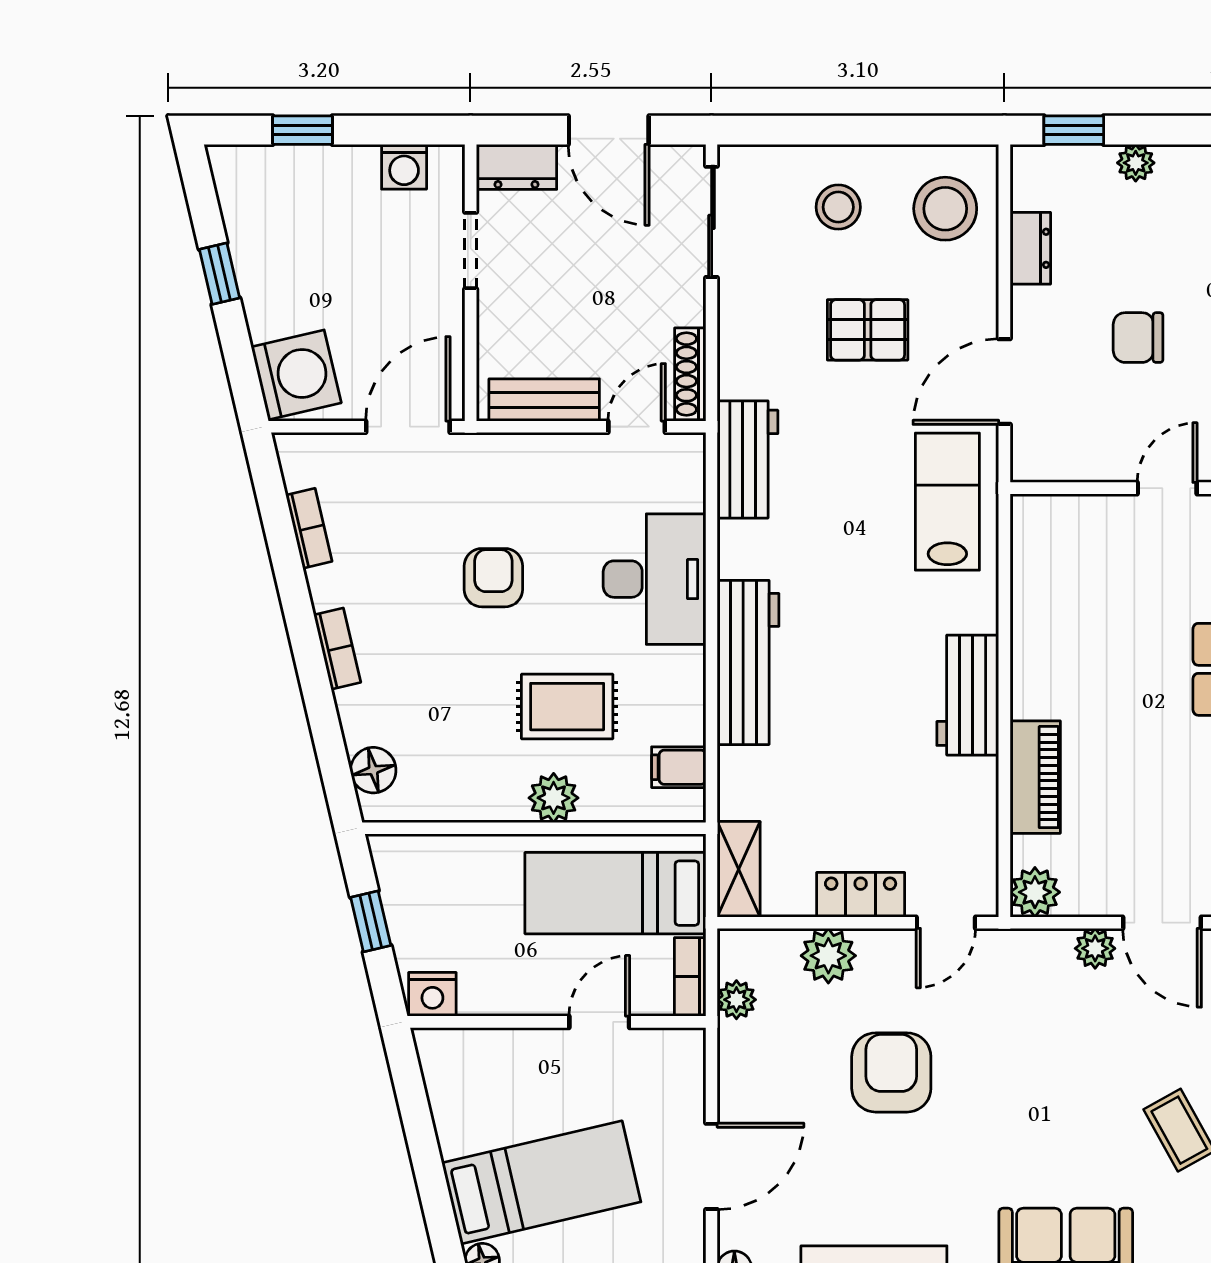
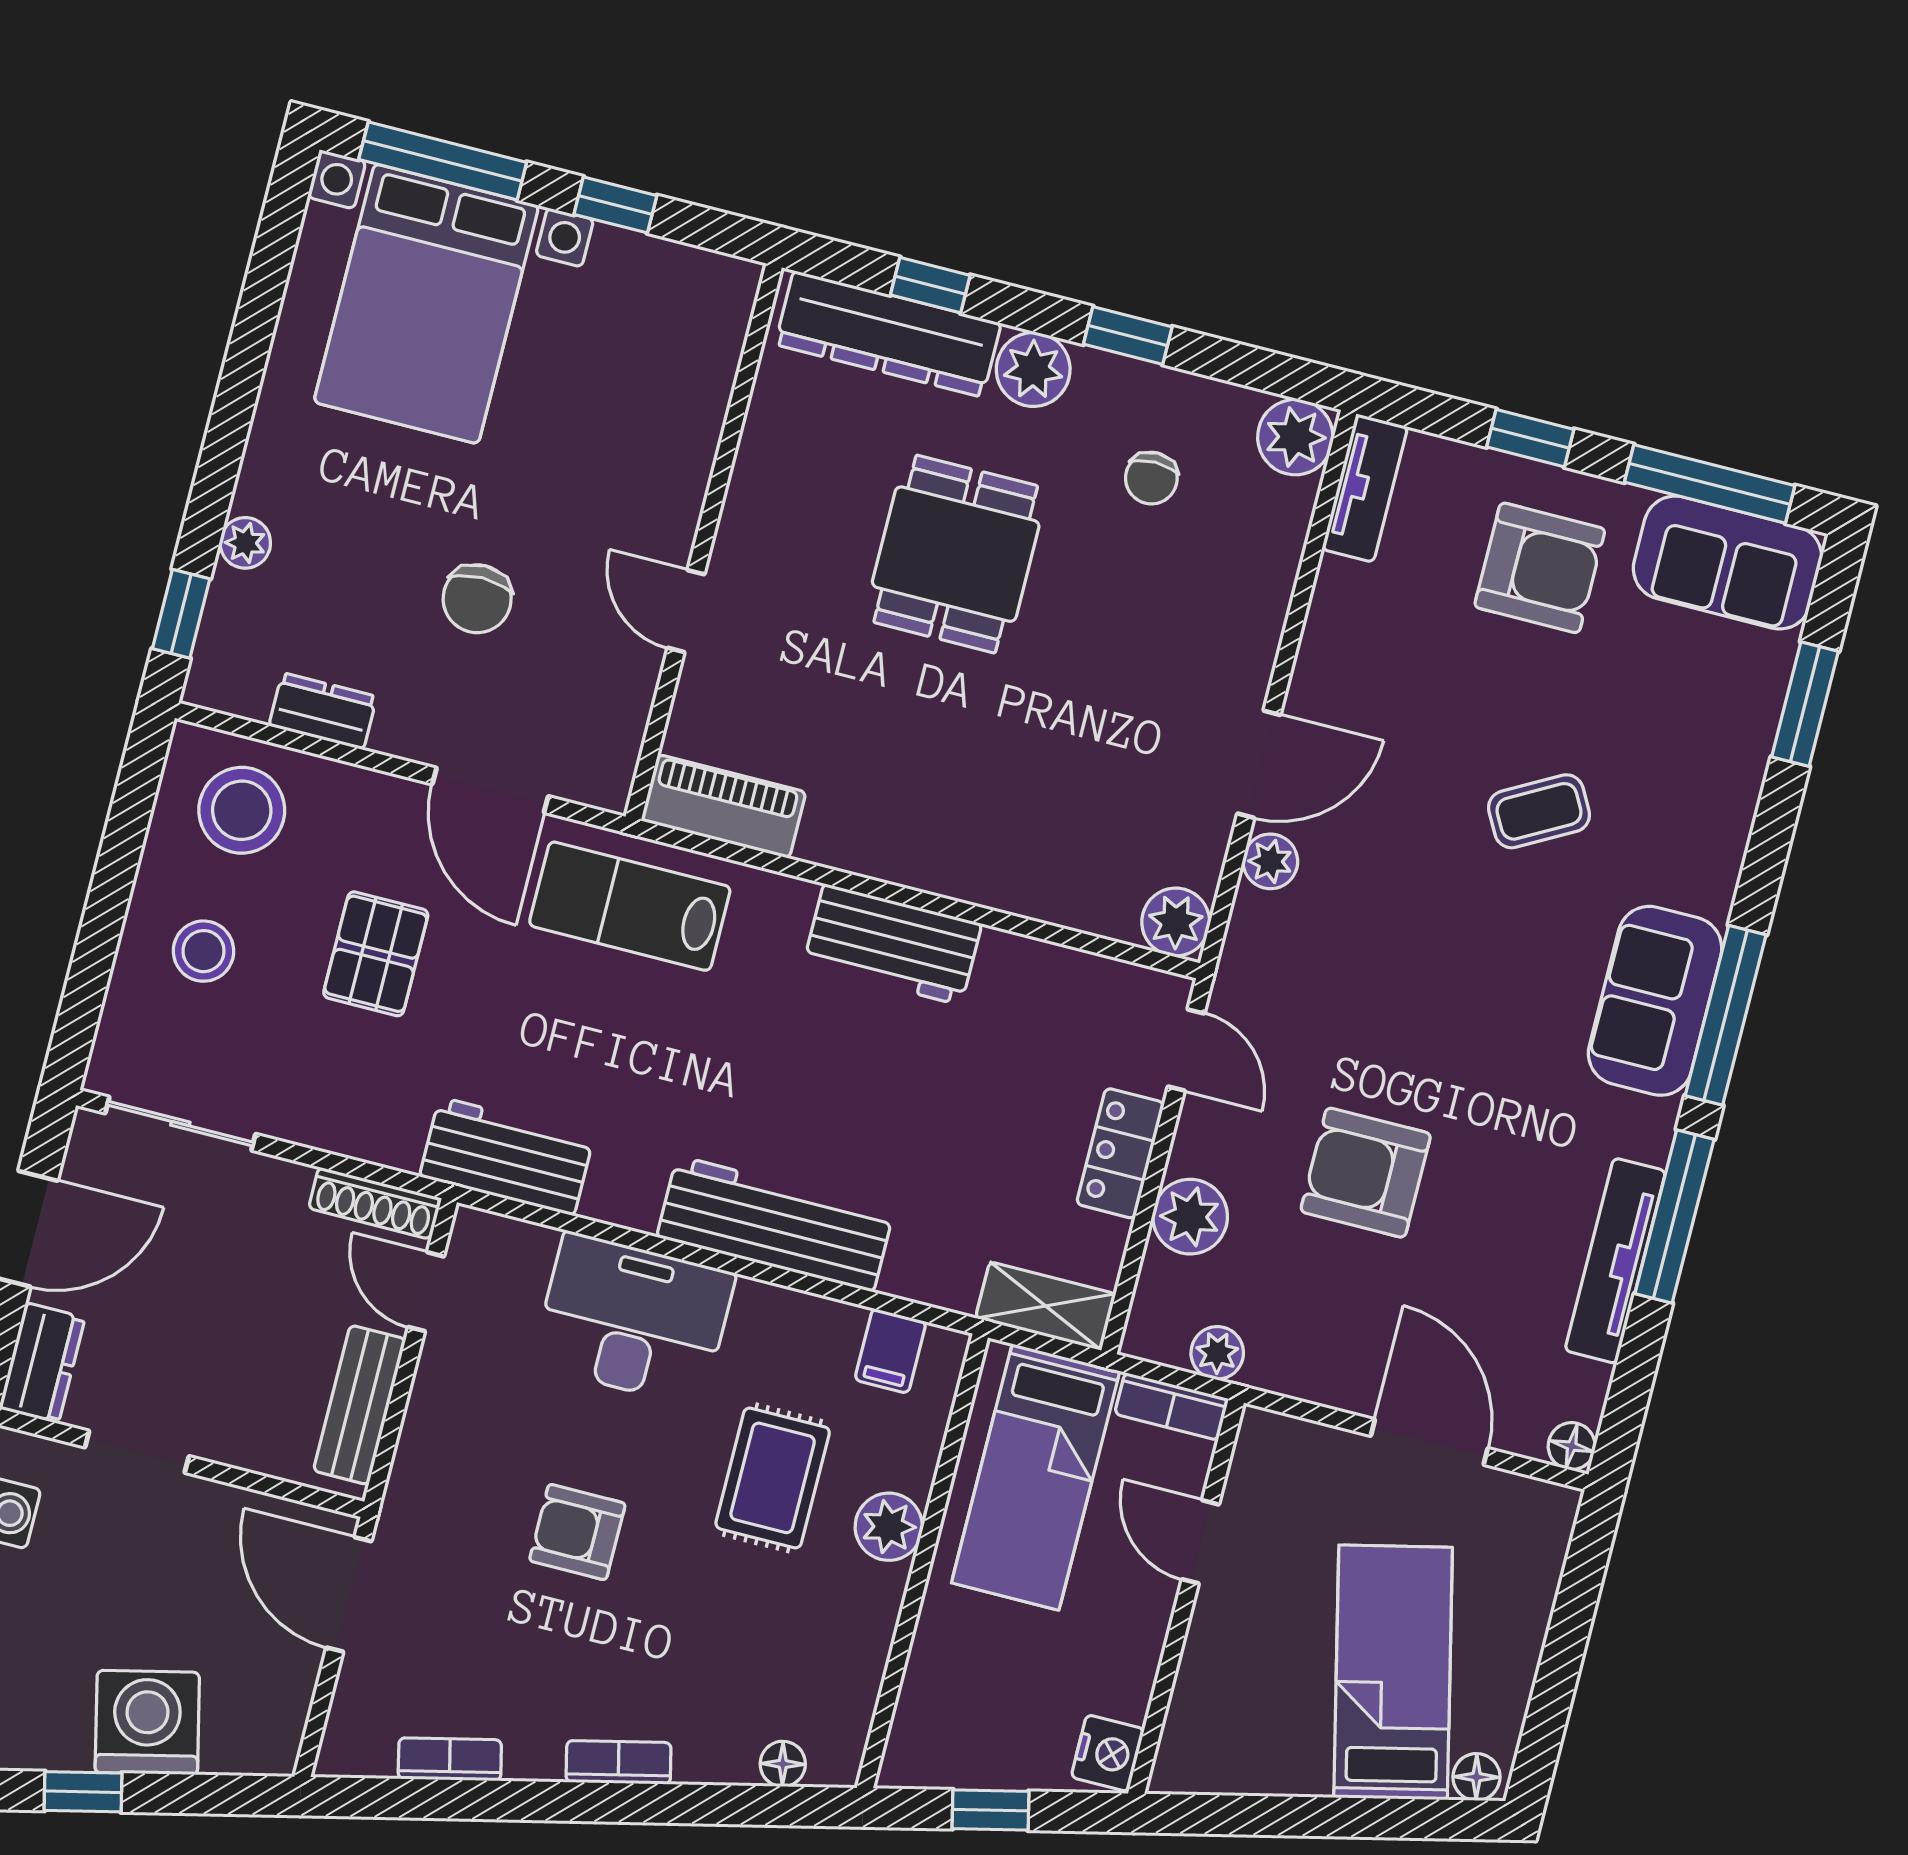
washing machine: (296, 375) -> (147, 1722), moved
floor lamp: (373, 770) -> (783, 1764), width x0.73, depth x0.73
piano: (1035, 777) -> (723, 806), moved

